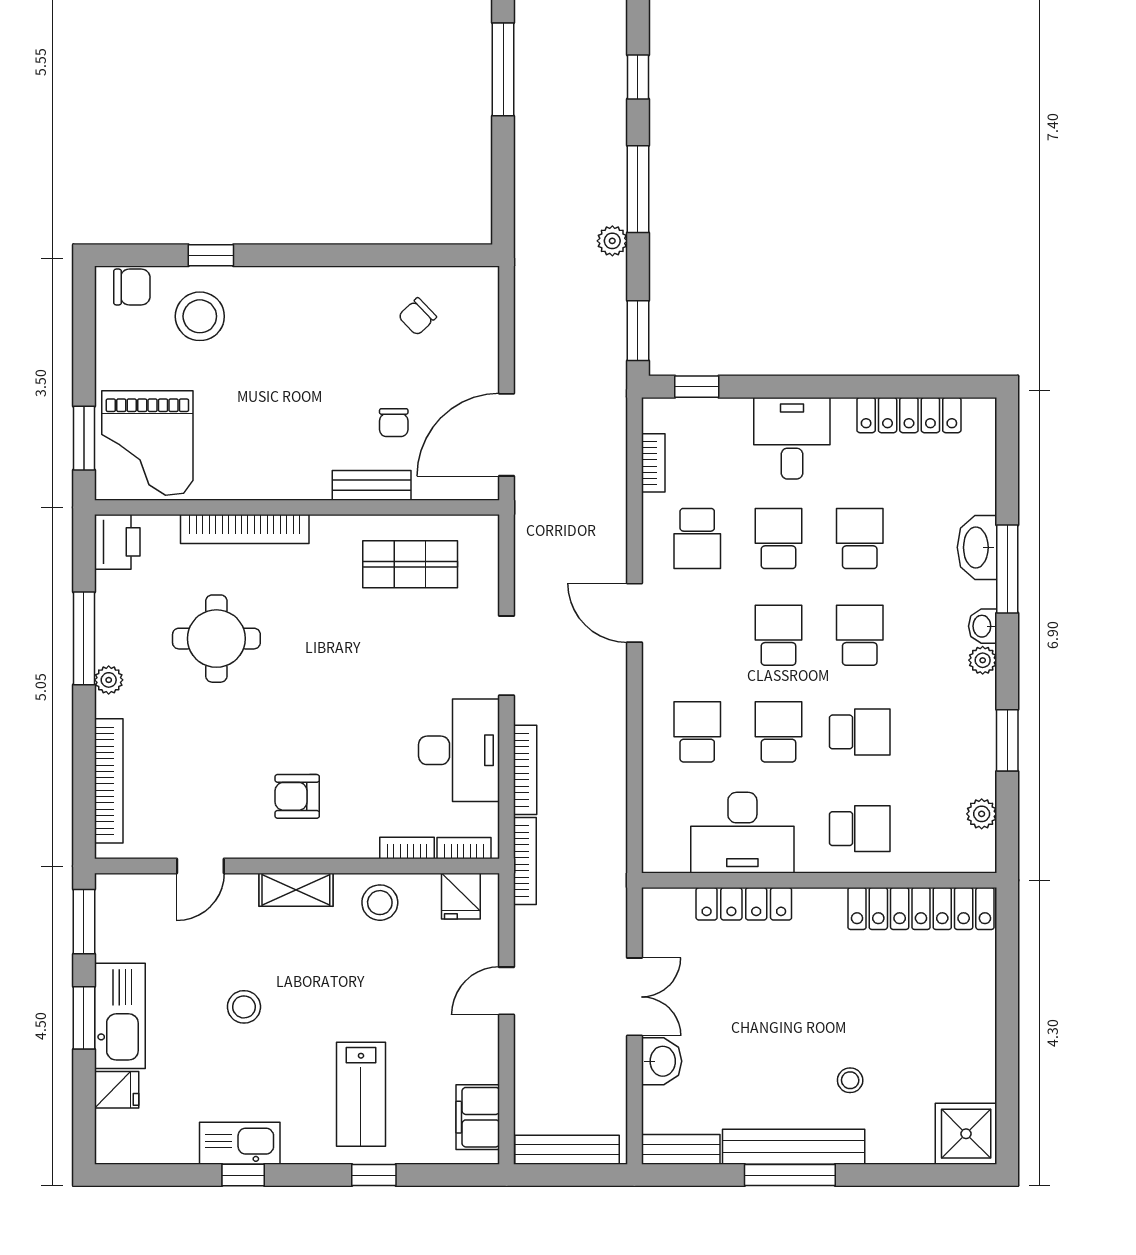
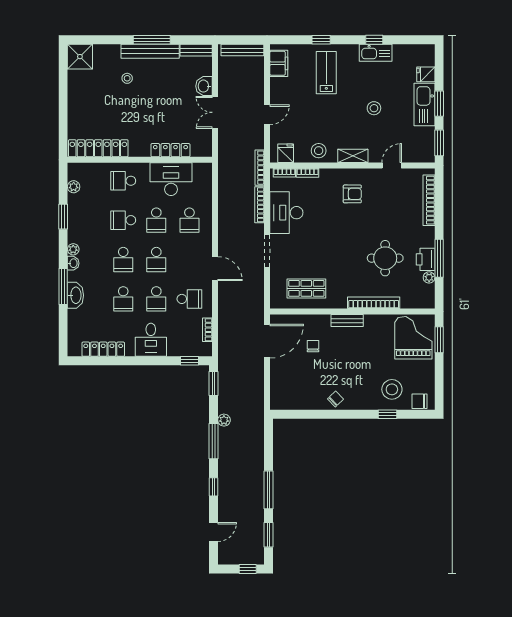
chair: (417, 317) -> (335, 399), moved
bench: (372, 485) -> (347, 321), moved
school desk: (697, 538) -> (189, 299), turned 90
printer: (117, 542) -> (426, 259), moved
plant: (109, 680) -> (429, 277), moved

